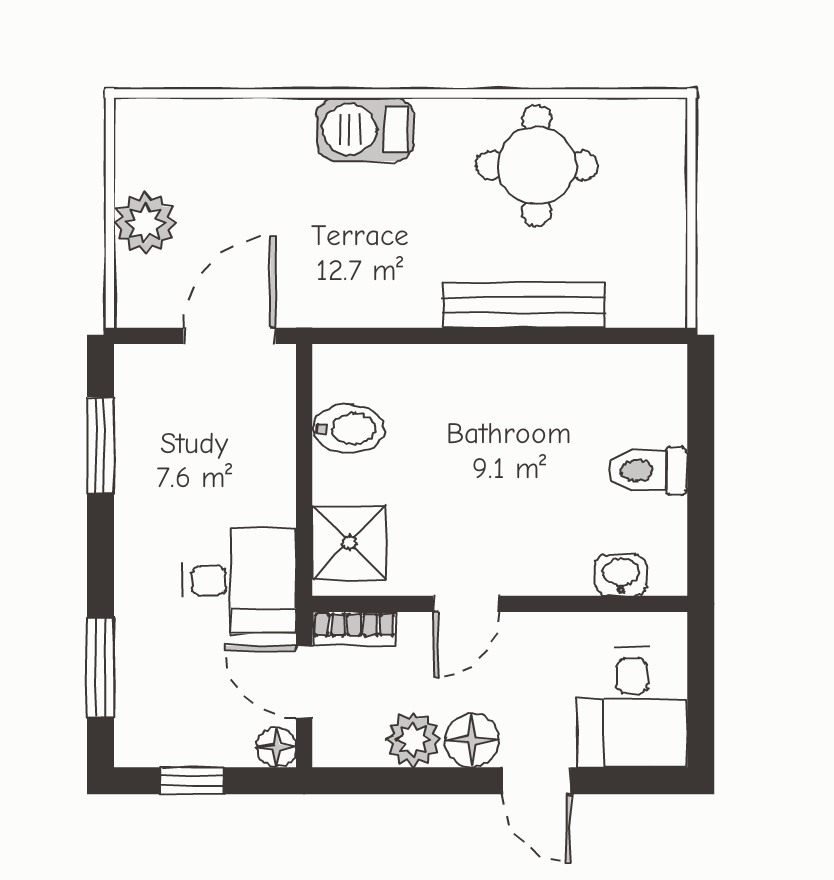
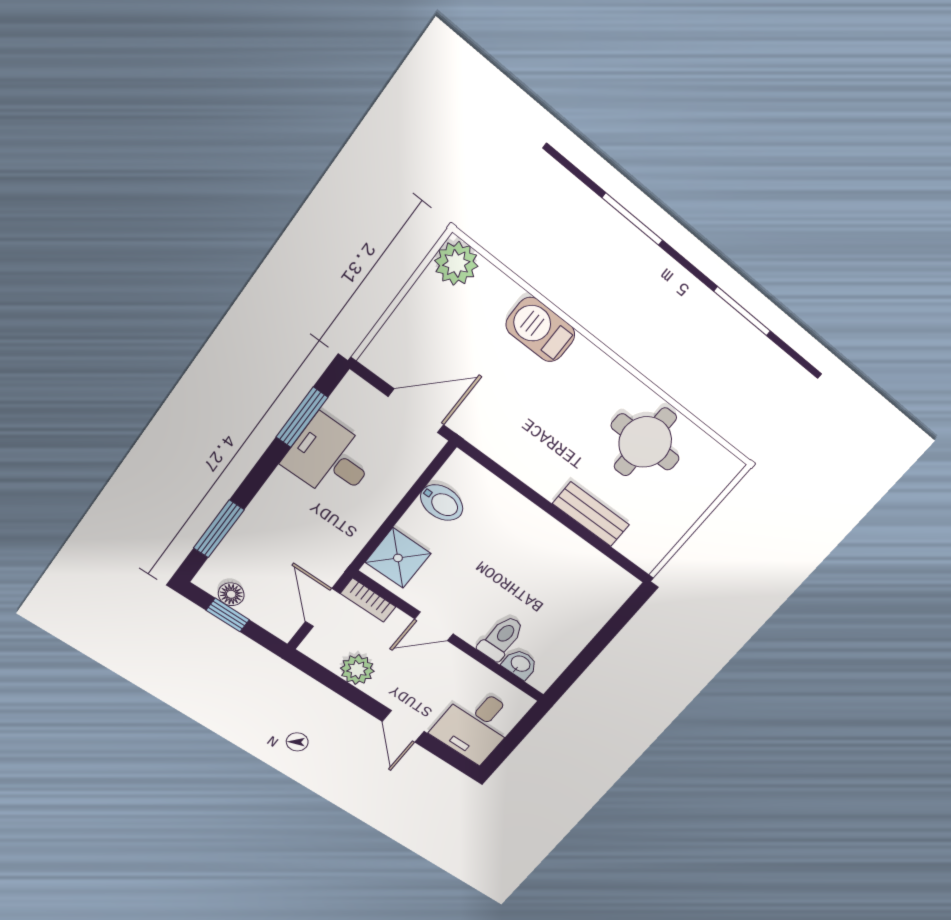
barbecue: (365, 129) -> (540, 330), moved
plant: (145, 223) -> (456, 263), moved
bench: (524, 305) -> (591, 514), width x0.73
toilet: (648, 471) -> (501, 638), moved, turned 90
desk: (239, 581) -> (330, 459), moved, turned 180
floor lamp: (472, 740) -> (386, 689), removed
floor lamp: (276, 747) -> (231, 594), moved

